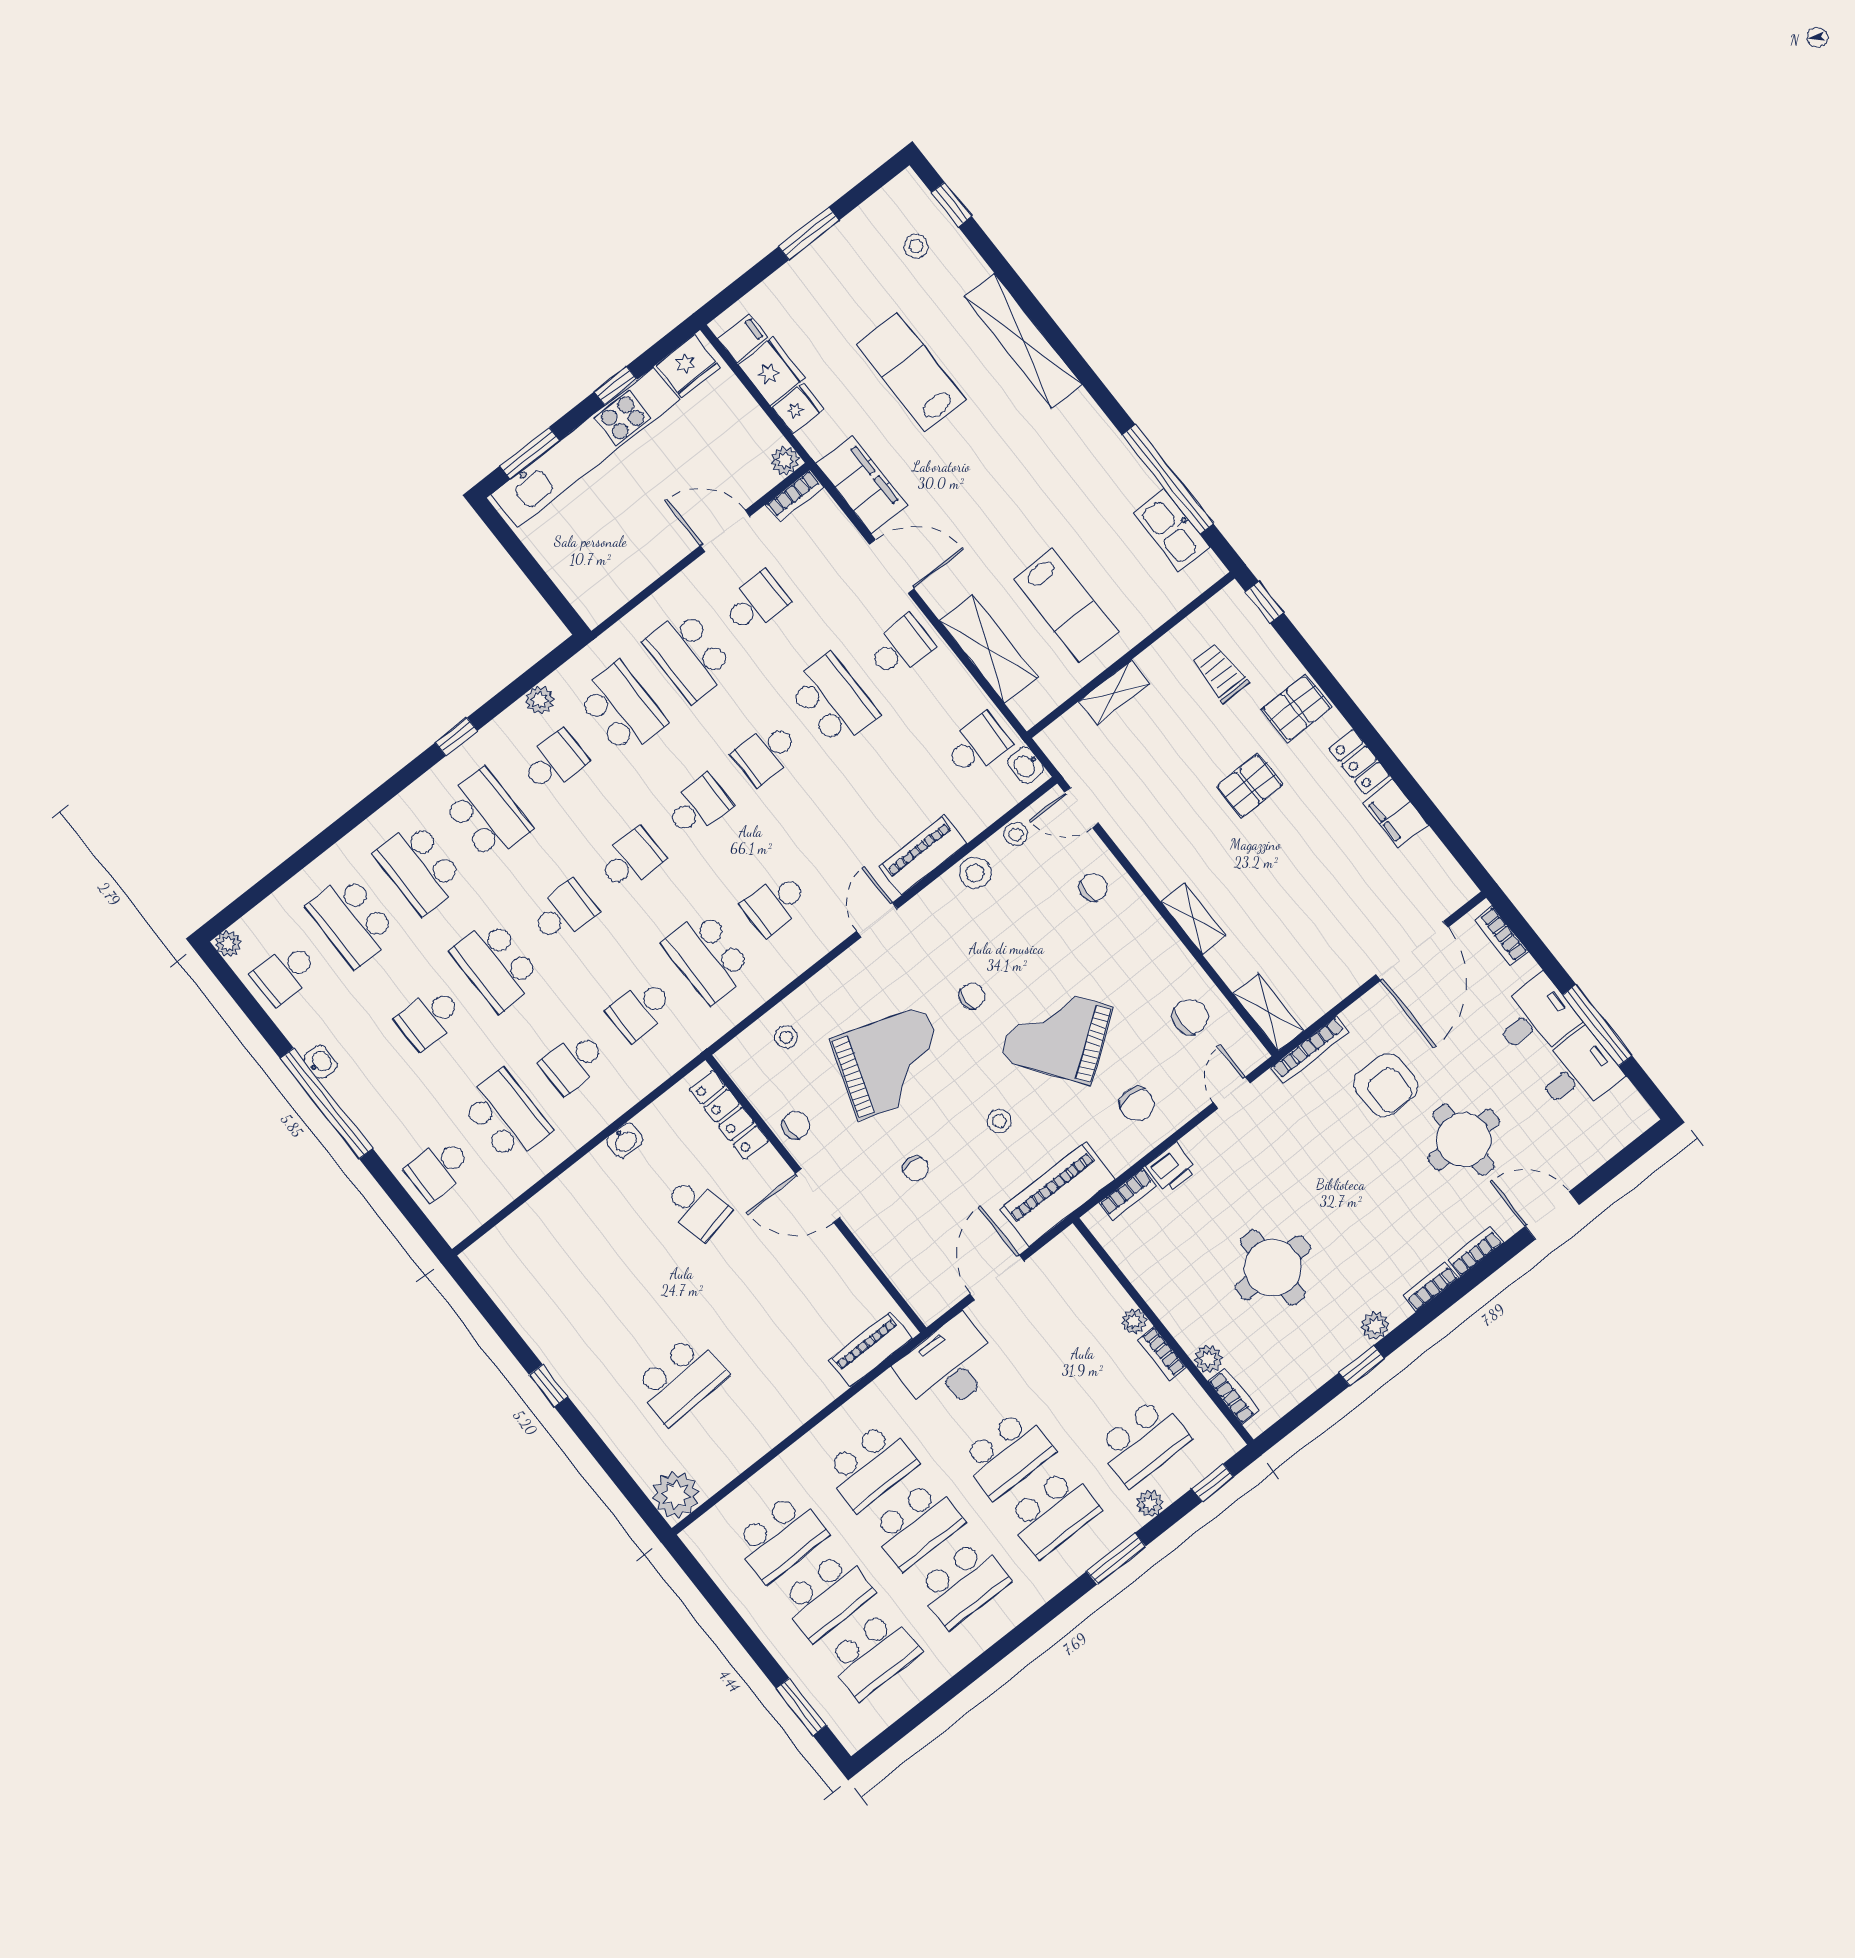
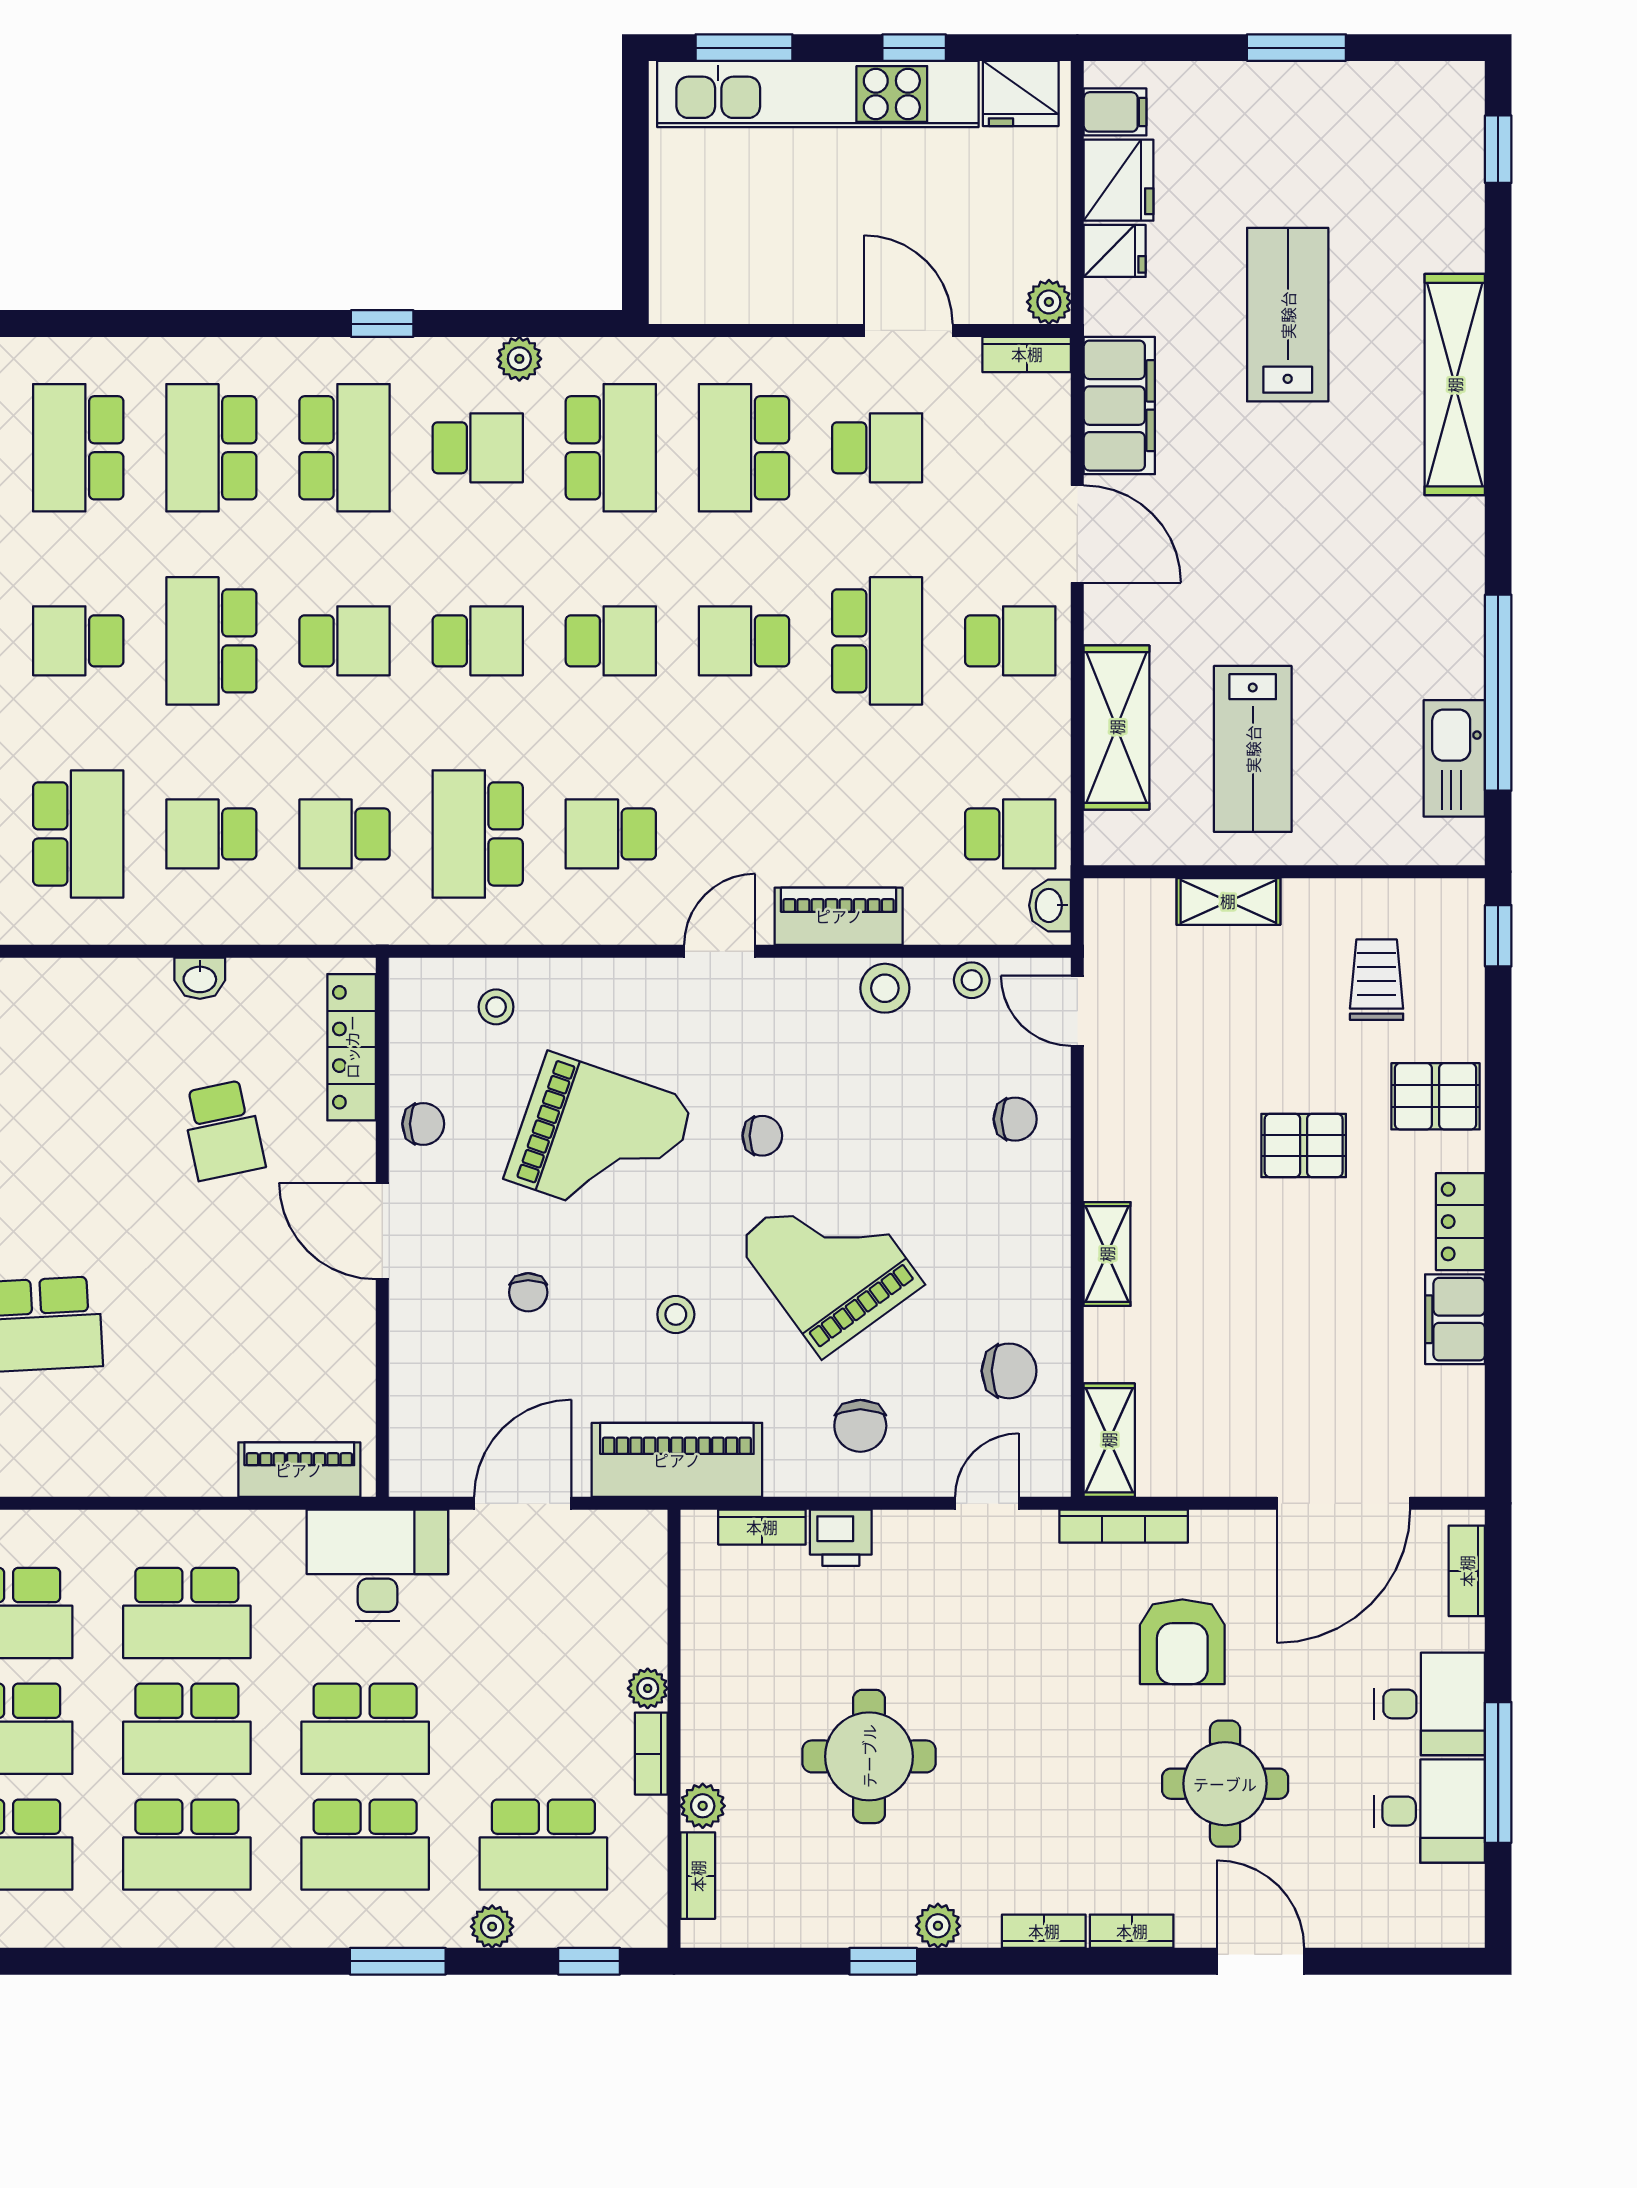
stool: (916, 246) -> (1415, 166), removed

